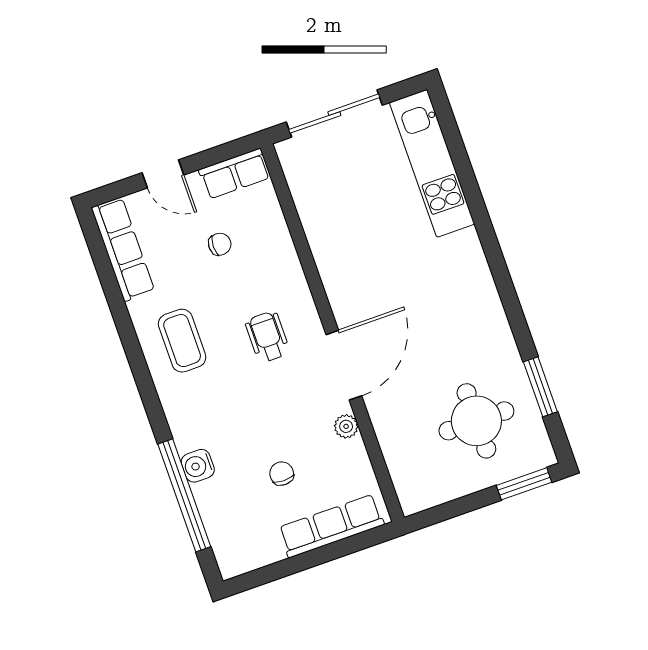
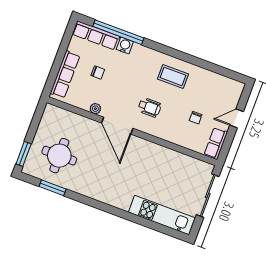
row of seats: (123, 249) -> (96, 35), moved

